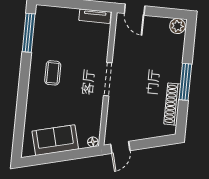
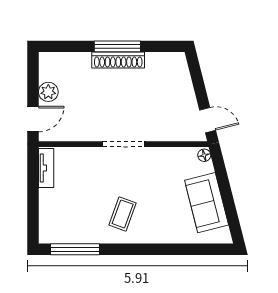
plant: (177, 26) -> (48, 92), moved
coffee table: (53, 73) -> (123, 214), turned -70
shoe rack: (172, 104) -> (118, 60), moved

